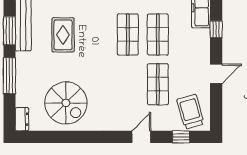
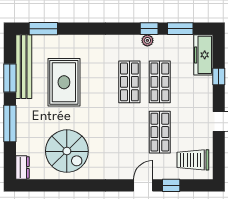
rug: (63, 35) -> (64, 82), width x1.36, depth x1.43
trolley: (190, 112) -> (193, 160), turned -74
window: (181, 137) -> (171, 185), moved

